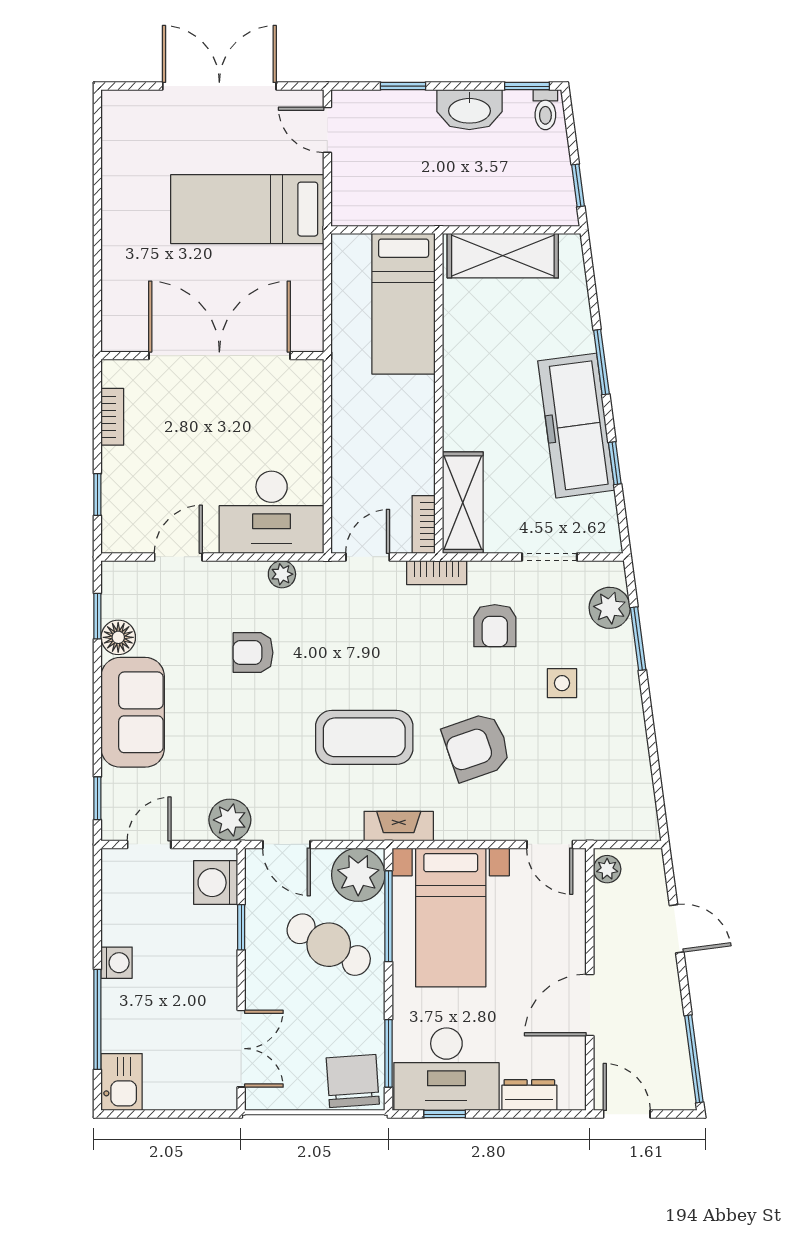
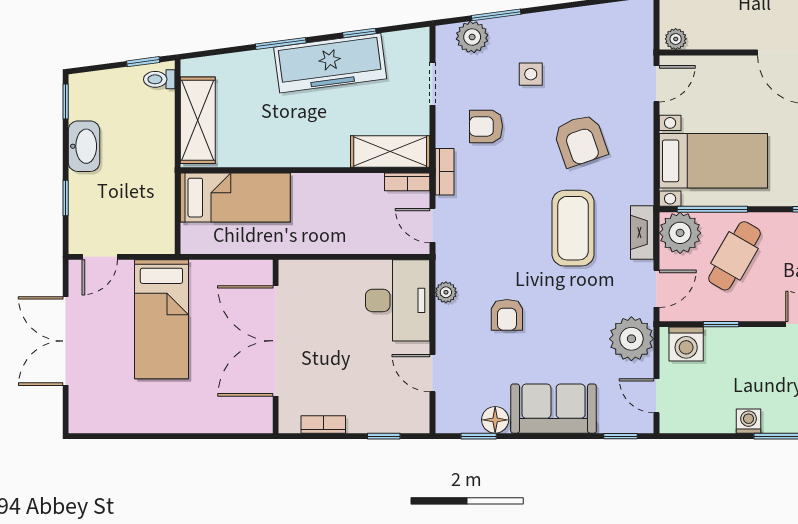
toilet: (545, 110) -> (159, 79), moved, turned 180
armchair: (495, 626) -> (486, 126), turned 180
plant: (230, 820) -> (631, 339), width x1.36, depth x1.36
fireplace: (399, 826) -> (642, 232), moved

